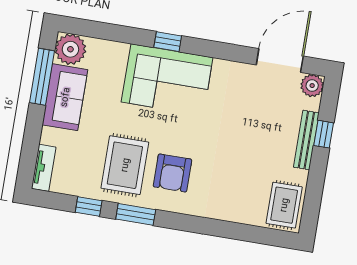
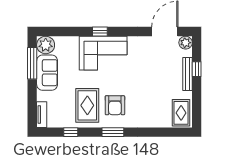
window: (136, 214) -> (113, 132), moved

